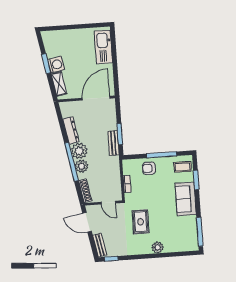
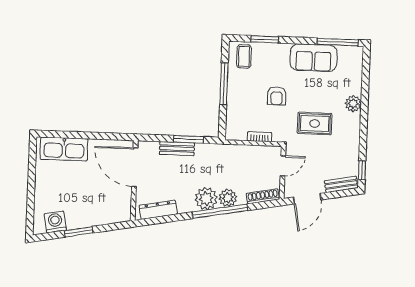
washing machine: (56, 65) -> (55, 222), moved
shelving: (59, 84) -> (109, 217), removed
dresser: (71, 130) -> (158, 210), moved
bench: (113, 143) -> (177, 149), moved
armchair: (149, 168) -> (277, 96), moved
sofa: (186, 199) -> (313, 58), moved

